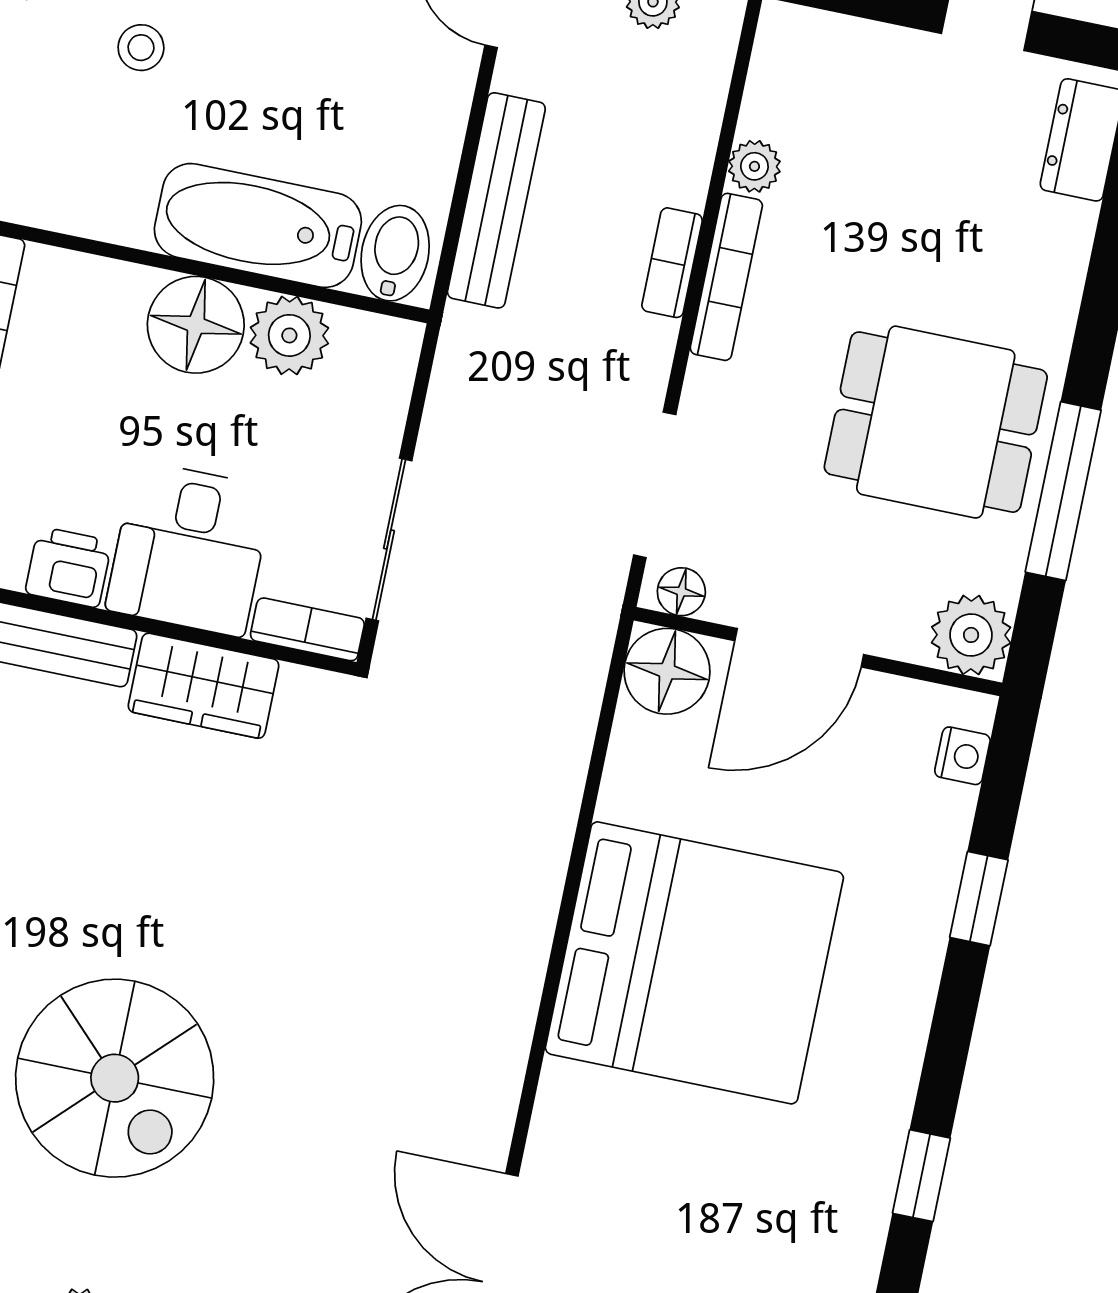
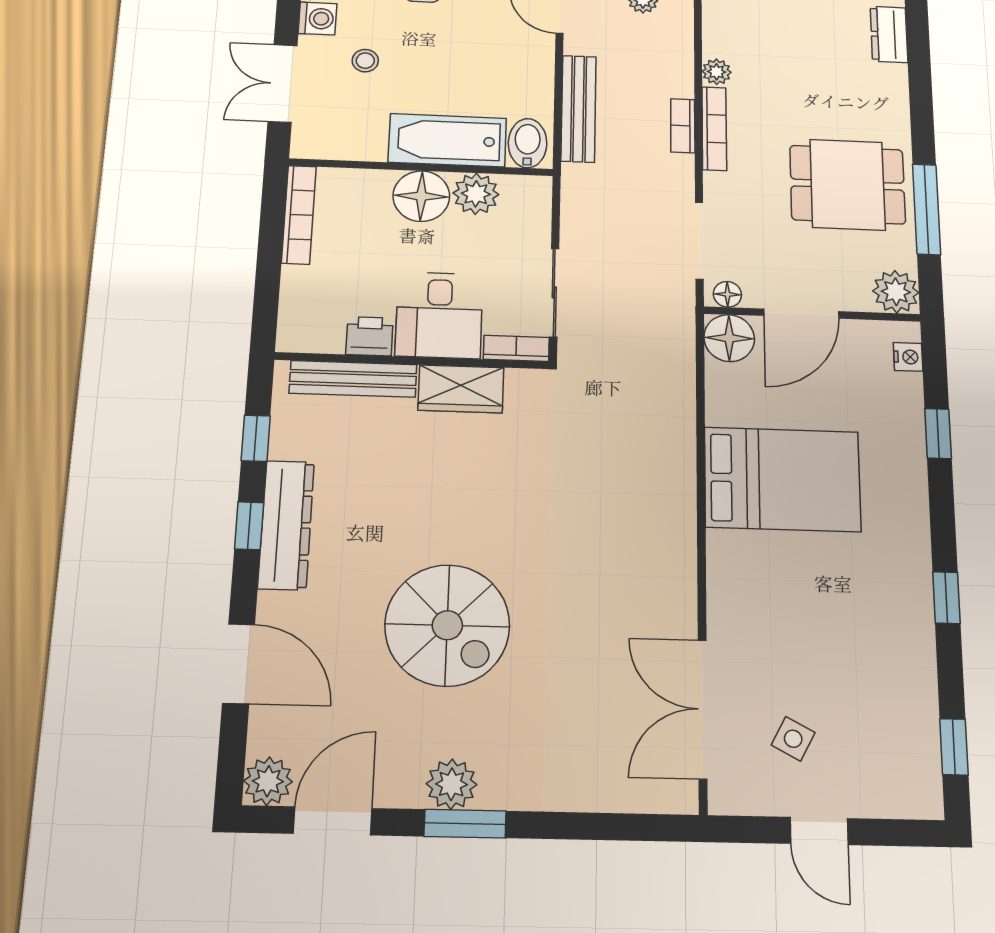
bed: (694, 963) -> (782, 479), width x0.73

